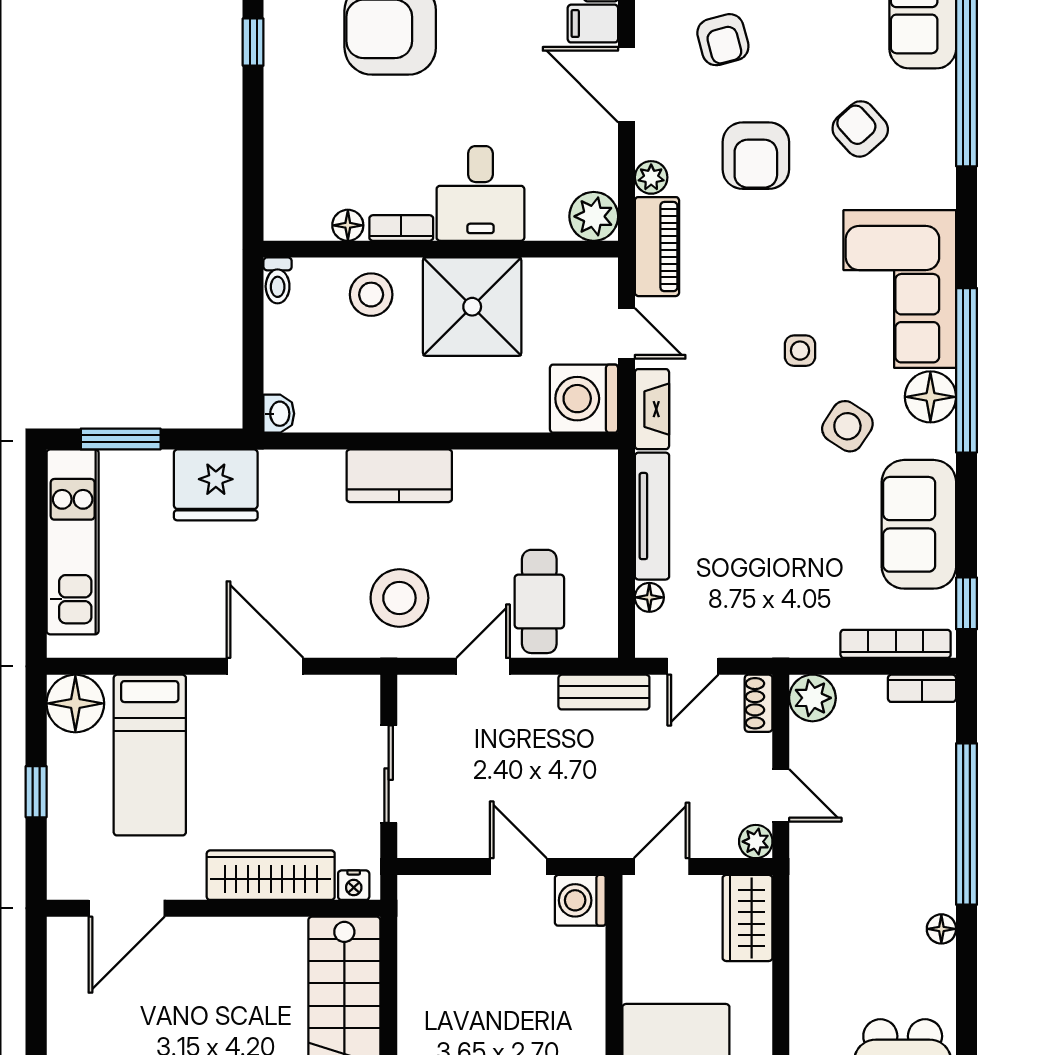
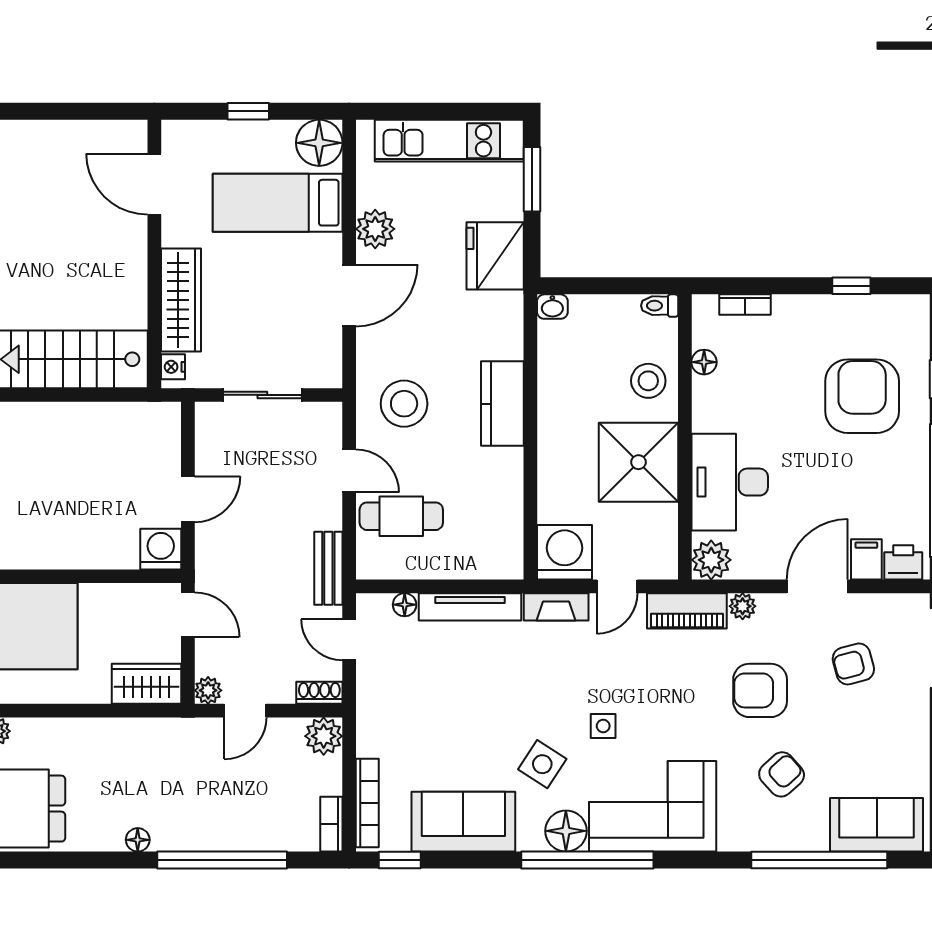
desk: (480, 193) -> (730, 482), width x1.37
bookcase: (401, 228) -> (745, 305), moved, turned 90
plant: (182, 634) -> (375, 229), added

